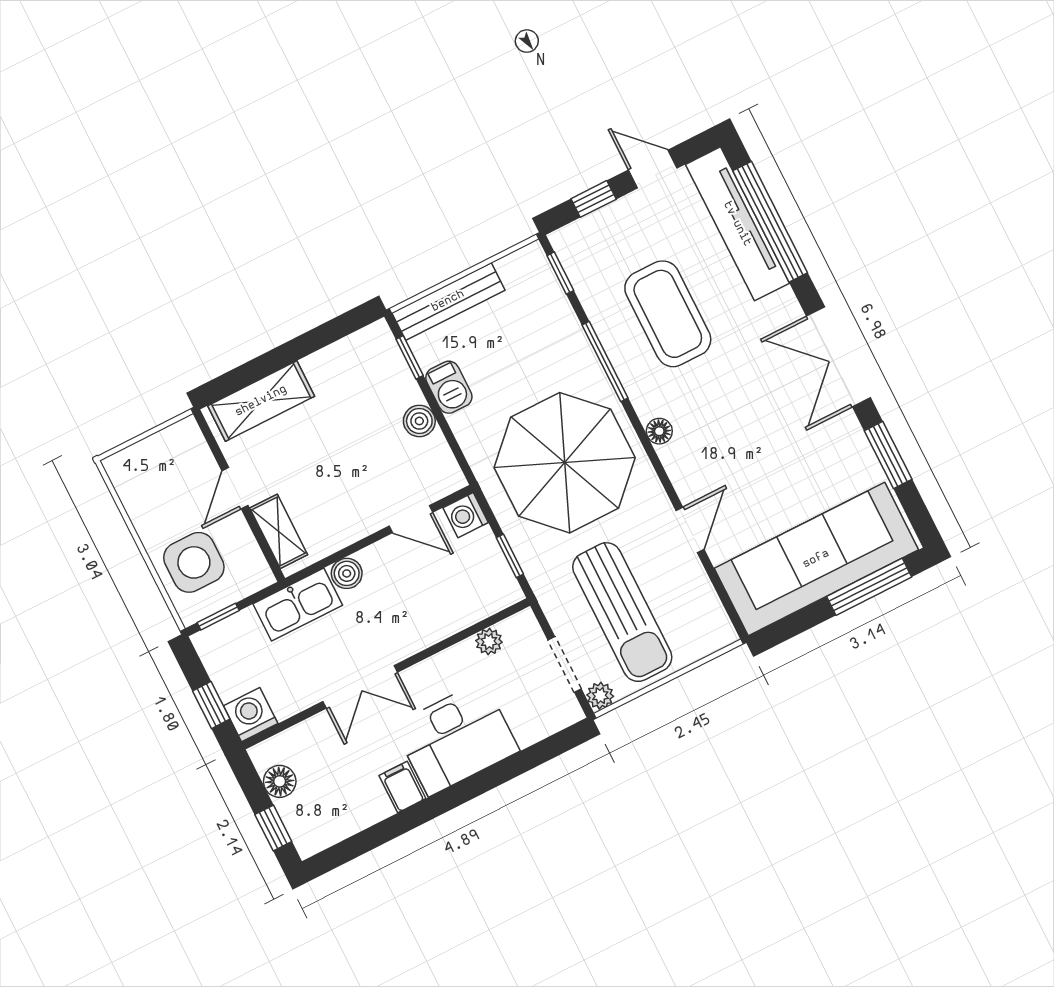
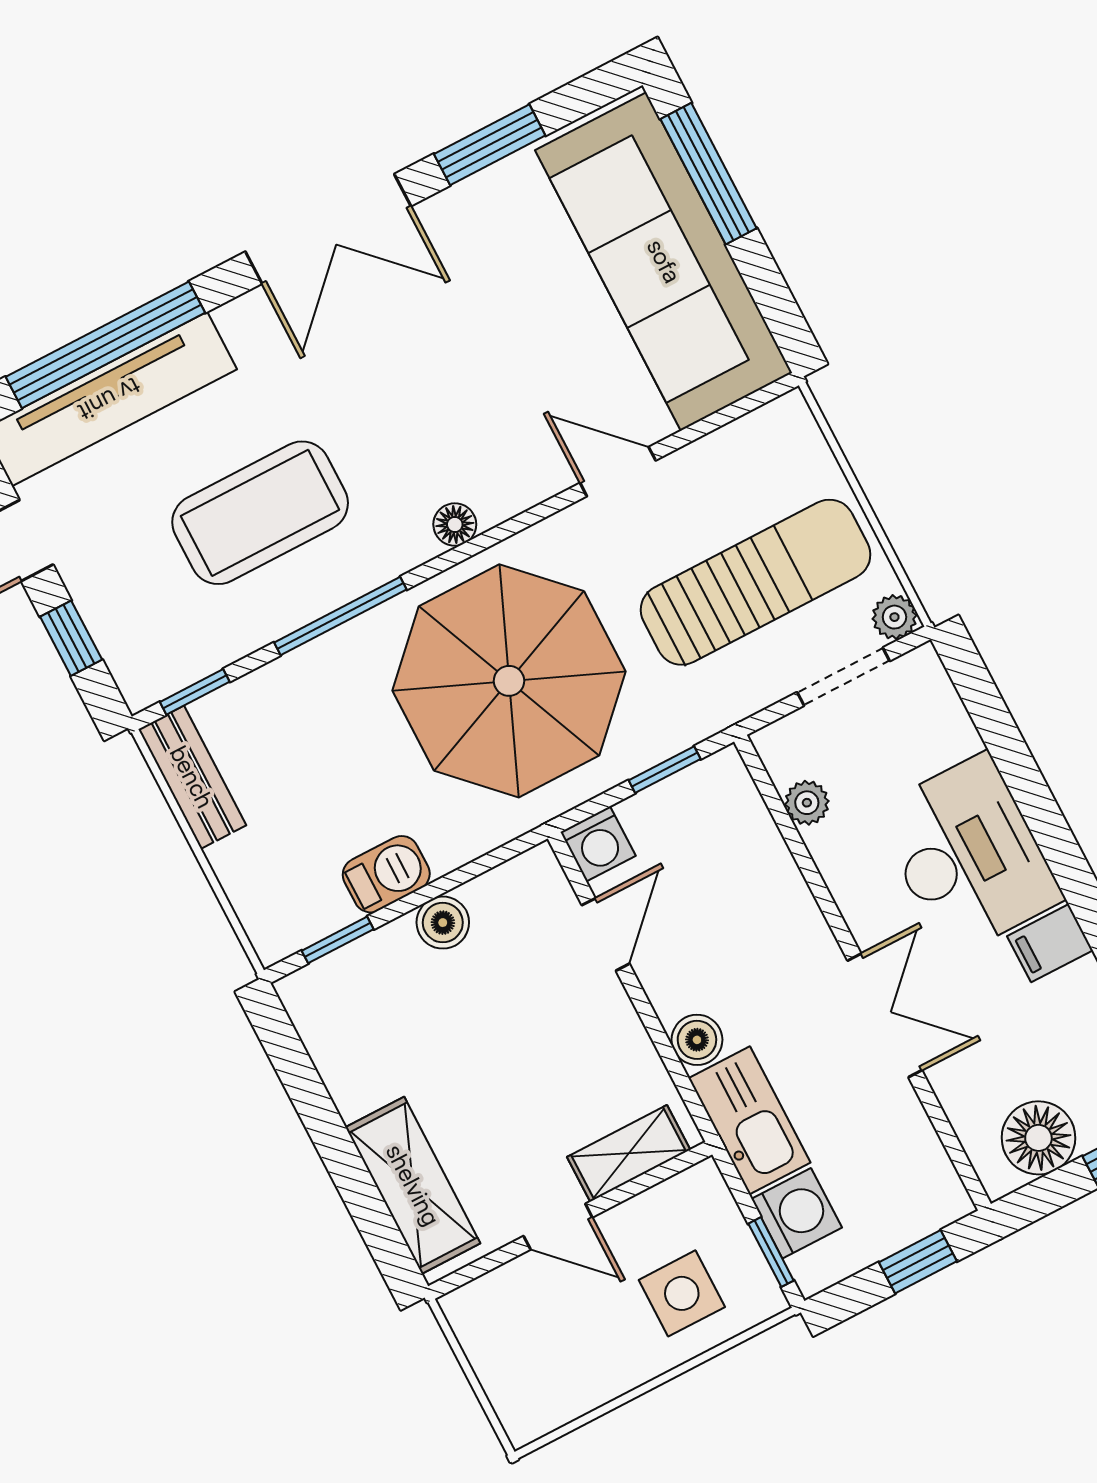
bench: (448, 301) -> (192, 777), moved, width x0.73
side table: (194, 562) -> (682, 1293), width x0.73, depth x0.73
washing machine: (251, 715) -> (797, 1213), moved, turned 180
floor lamp: (280, 781) -> (1038, 1138), width x1.38, depth x1.38

